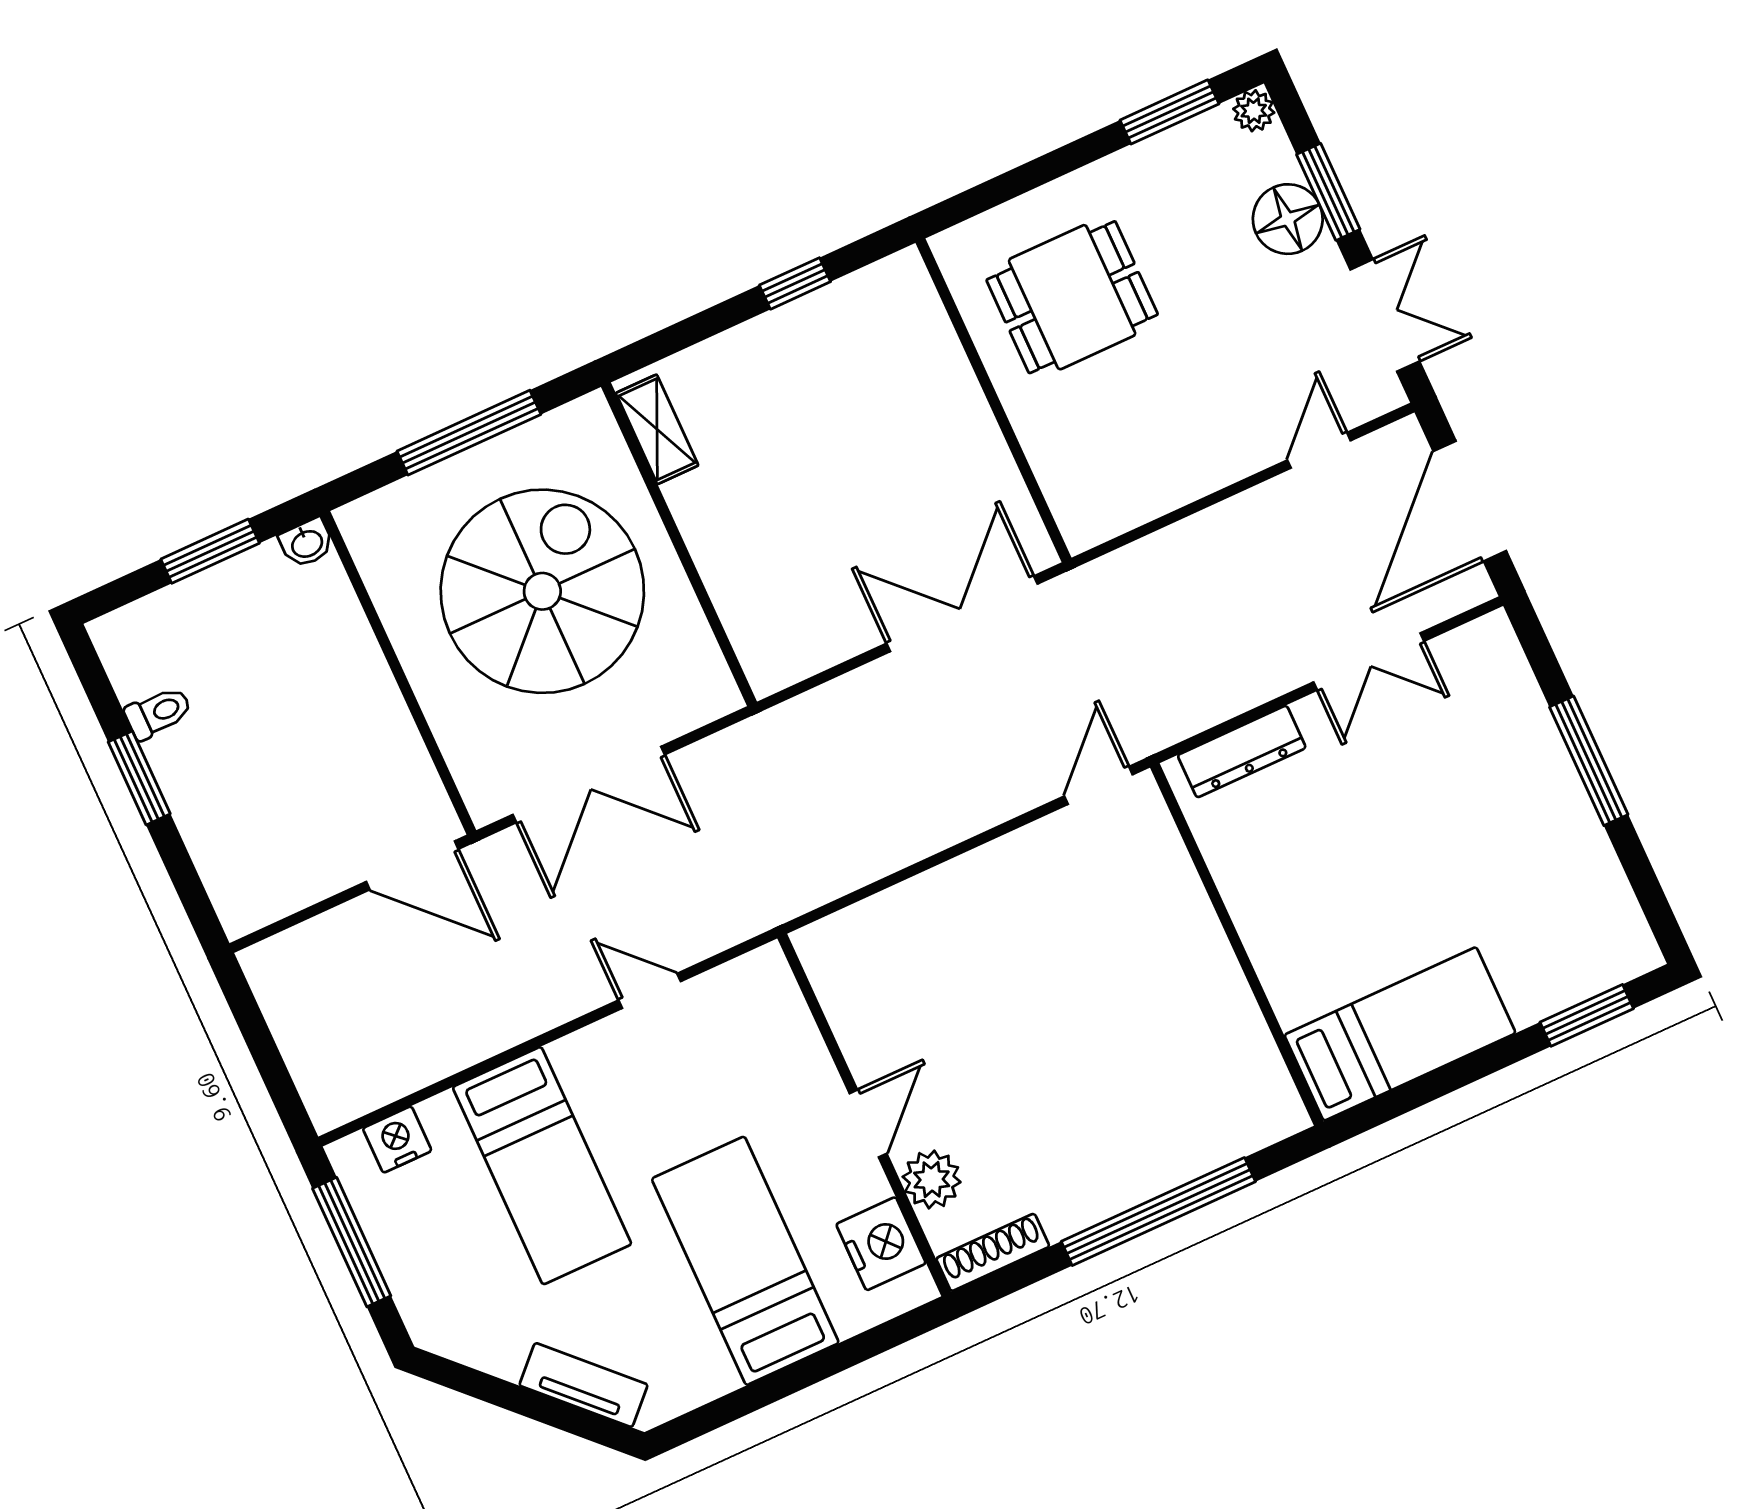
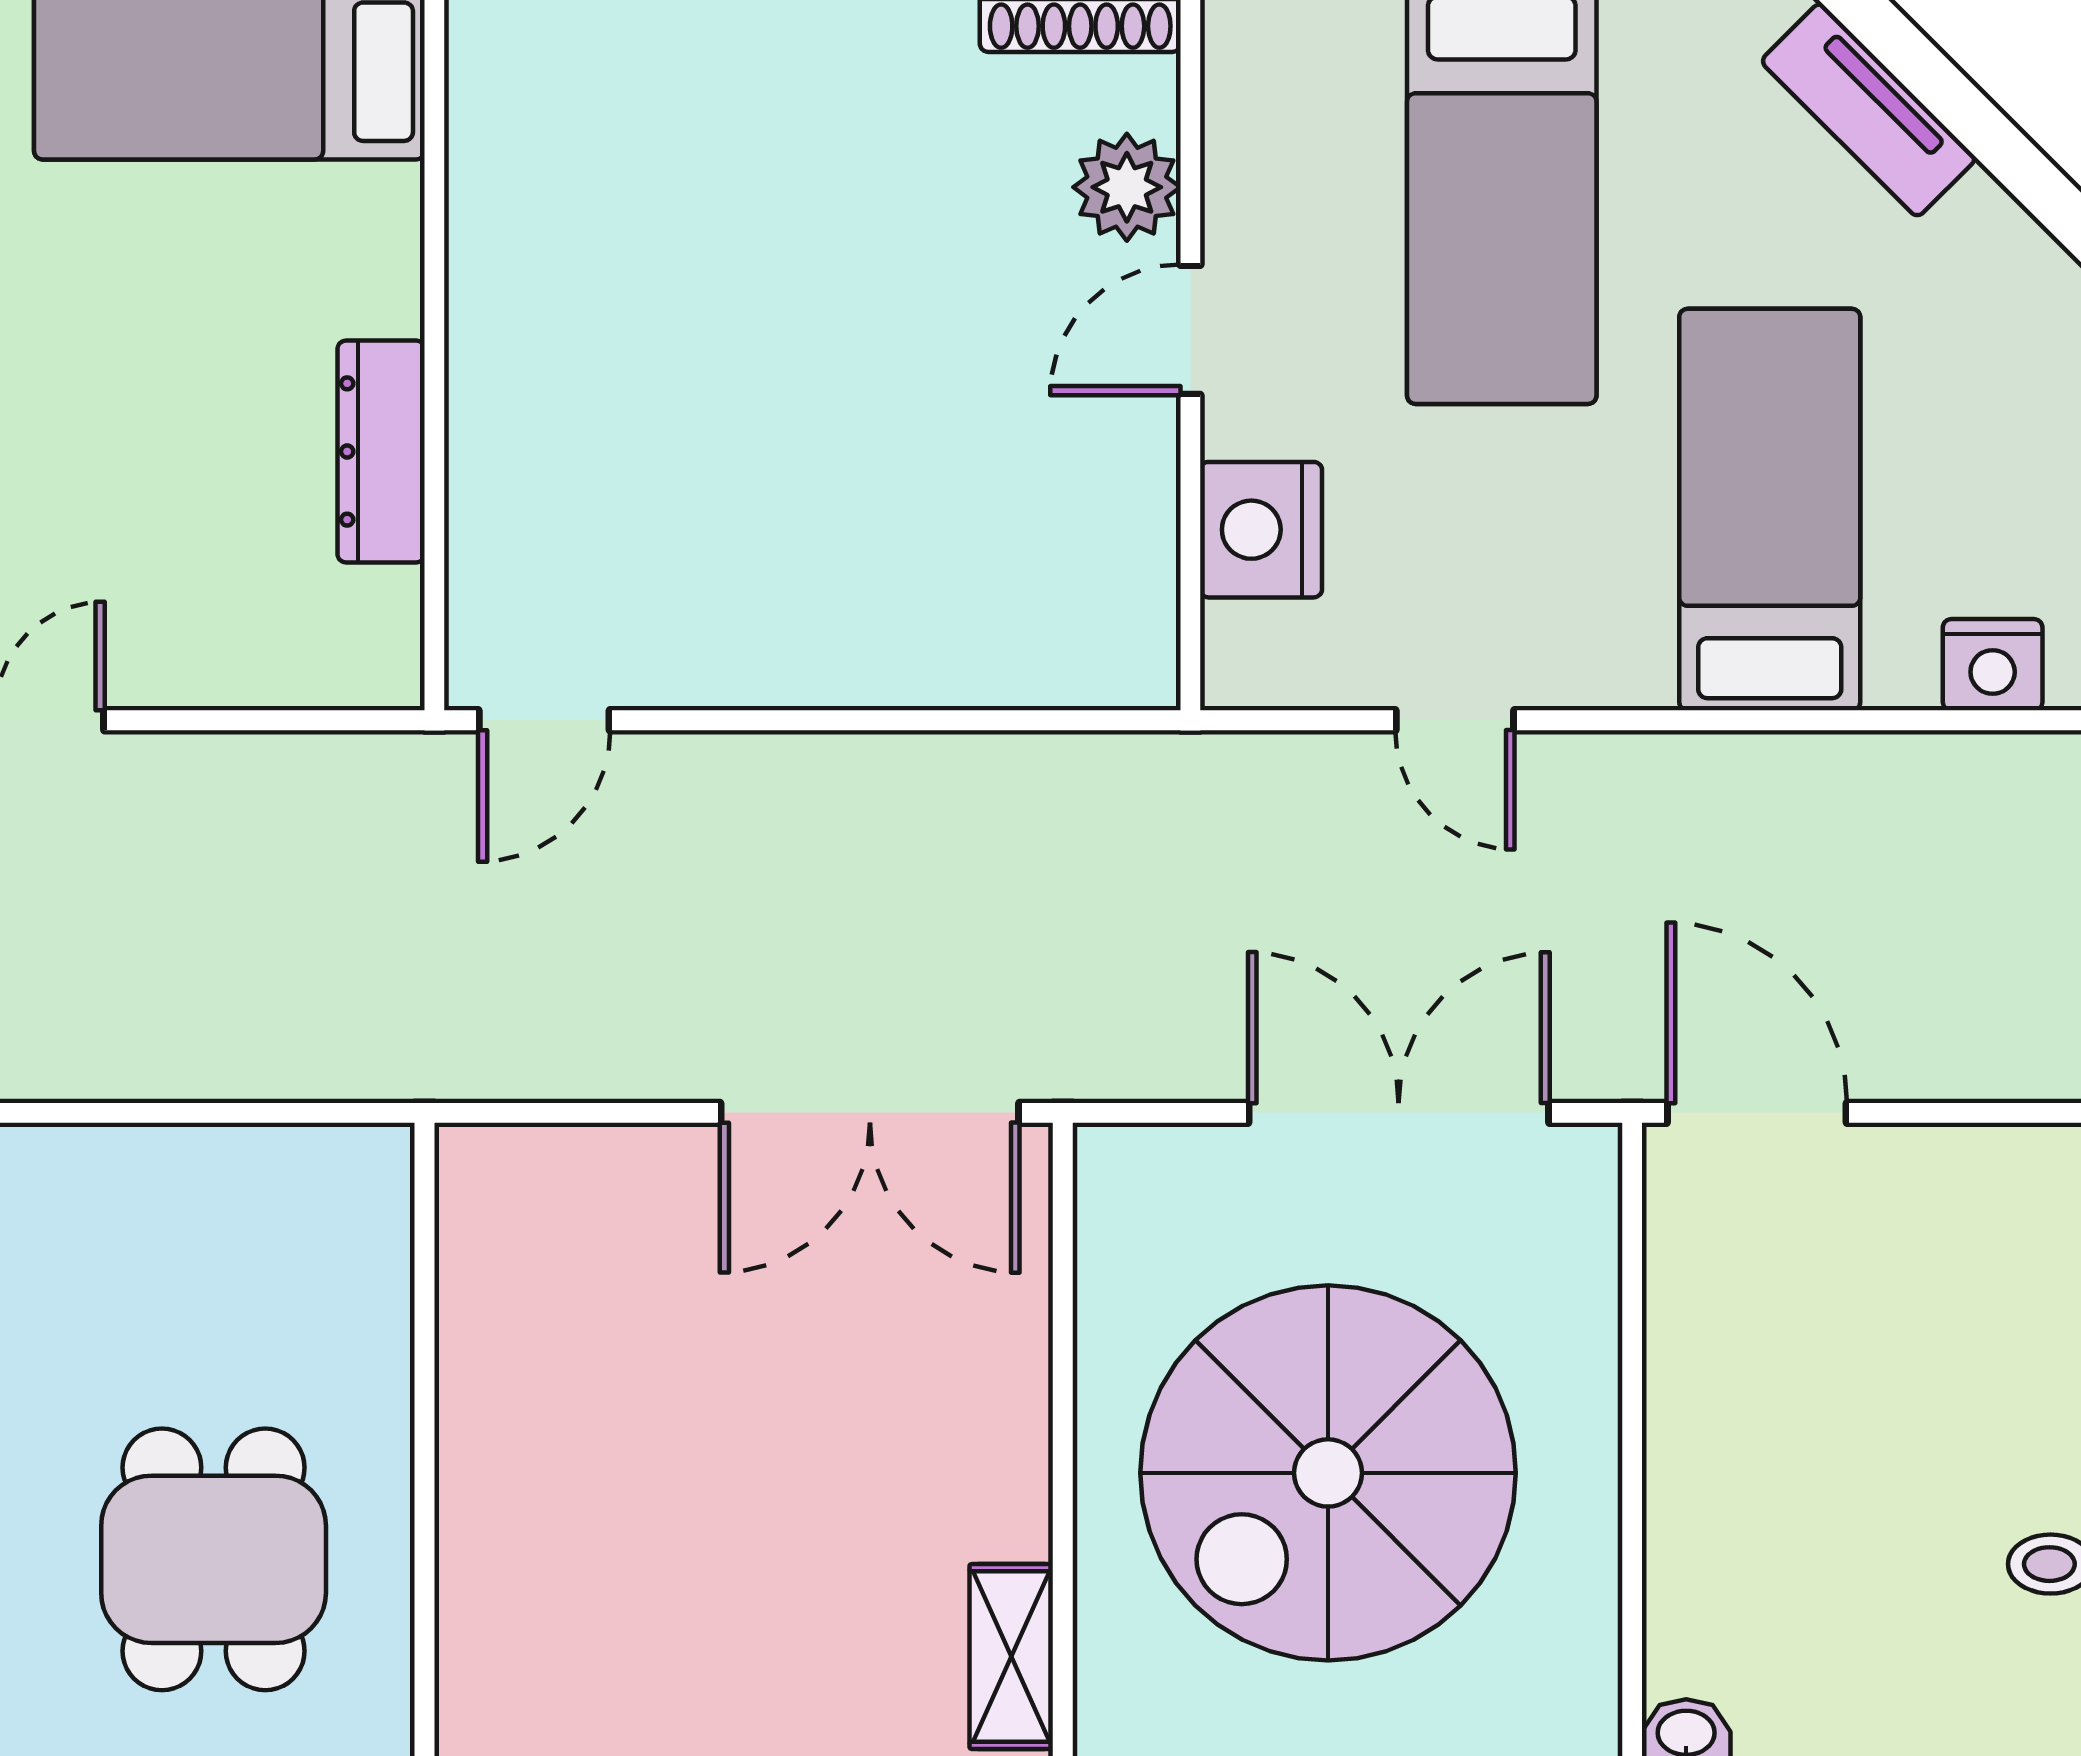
dining table: (1072, 297) -> (214, 1559), turned 90
double door: (962, 614) -> (870, 1113), moved
dresser: (1242, 752) -> (381, 451), moved, turned -90
nightstand: (881, 1244) -> (1261, 530), moved

